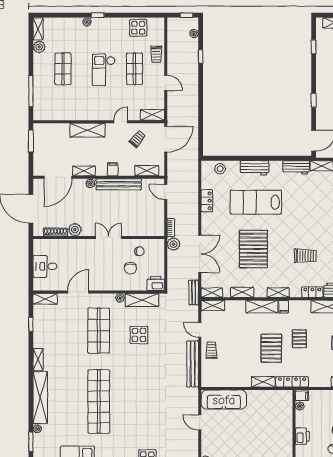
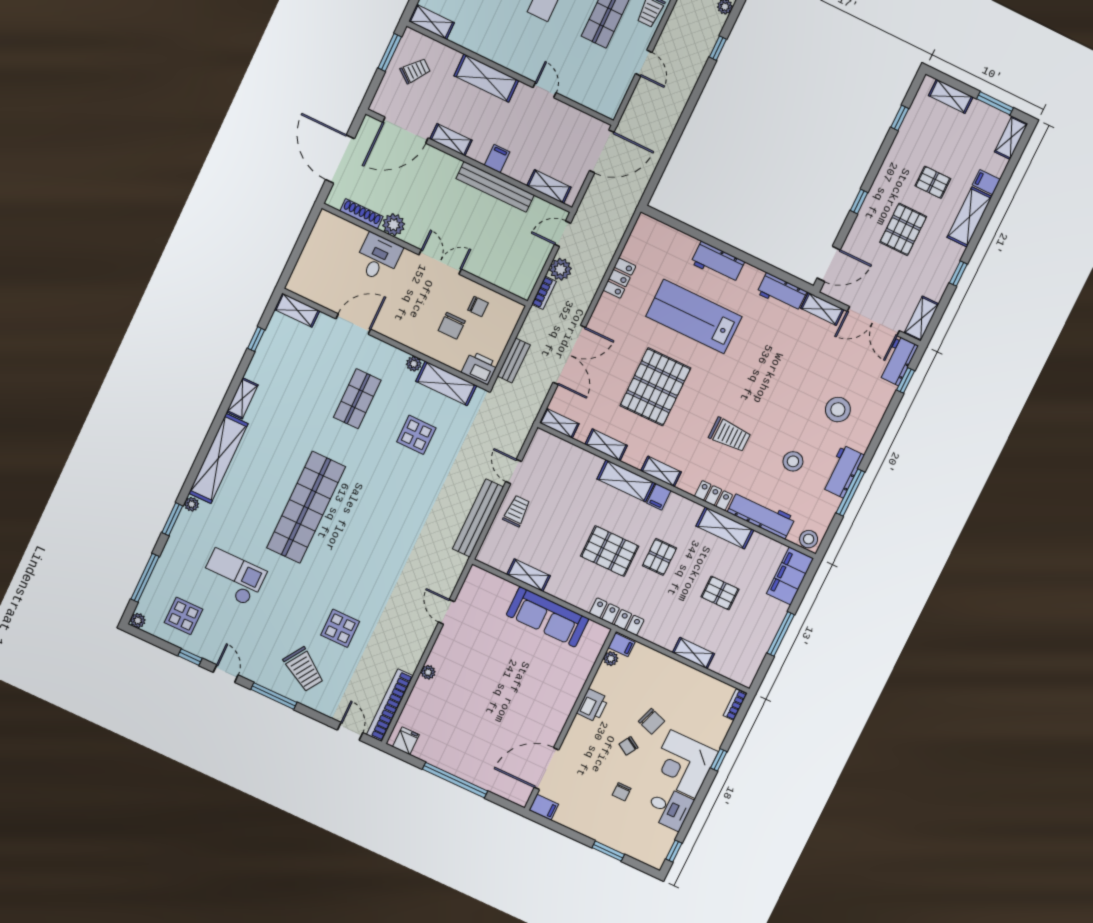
shelving: (152, 115) -> (431, 22), moved
door: (121, 122) -> (545, 90), hinge flipped
trolley: (137, 139) -> (415, 71), moved
stool: (220, 169) -> (664, 238), removed
plant: (90, 183) -> (452, 164), removed
door: (166, 192) -> (563, 234), hinge flipped
plant: (174, 244) -> (560, 269), moved
desk: (45, 266) -> (378, 258), moved, turned 90
bench: (194, 293) -> (514, 360), moved
shelving: (213, 305) -> (552, 444), removed
shop shelf: (99, 331) -> (357, 399), width x0.70, depth x0.74
pallet: (271, 348) -> (610, 551), turned 90
shelving: (263, 382) -> (528, 575), moved
sofa: (224, 400) -> (547, 617), moved

